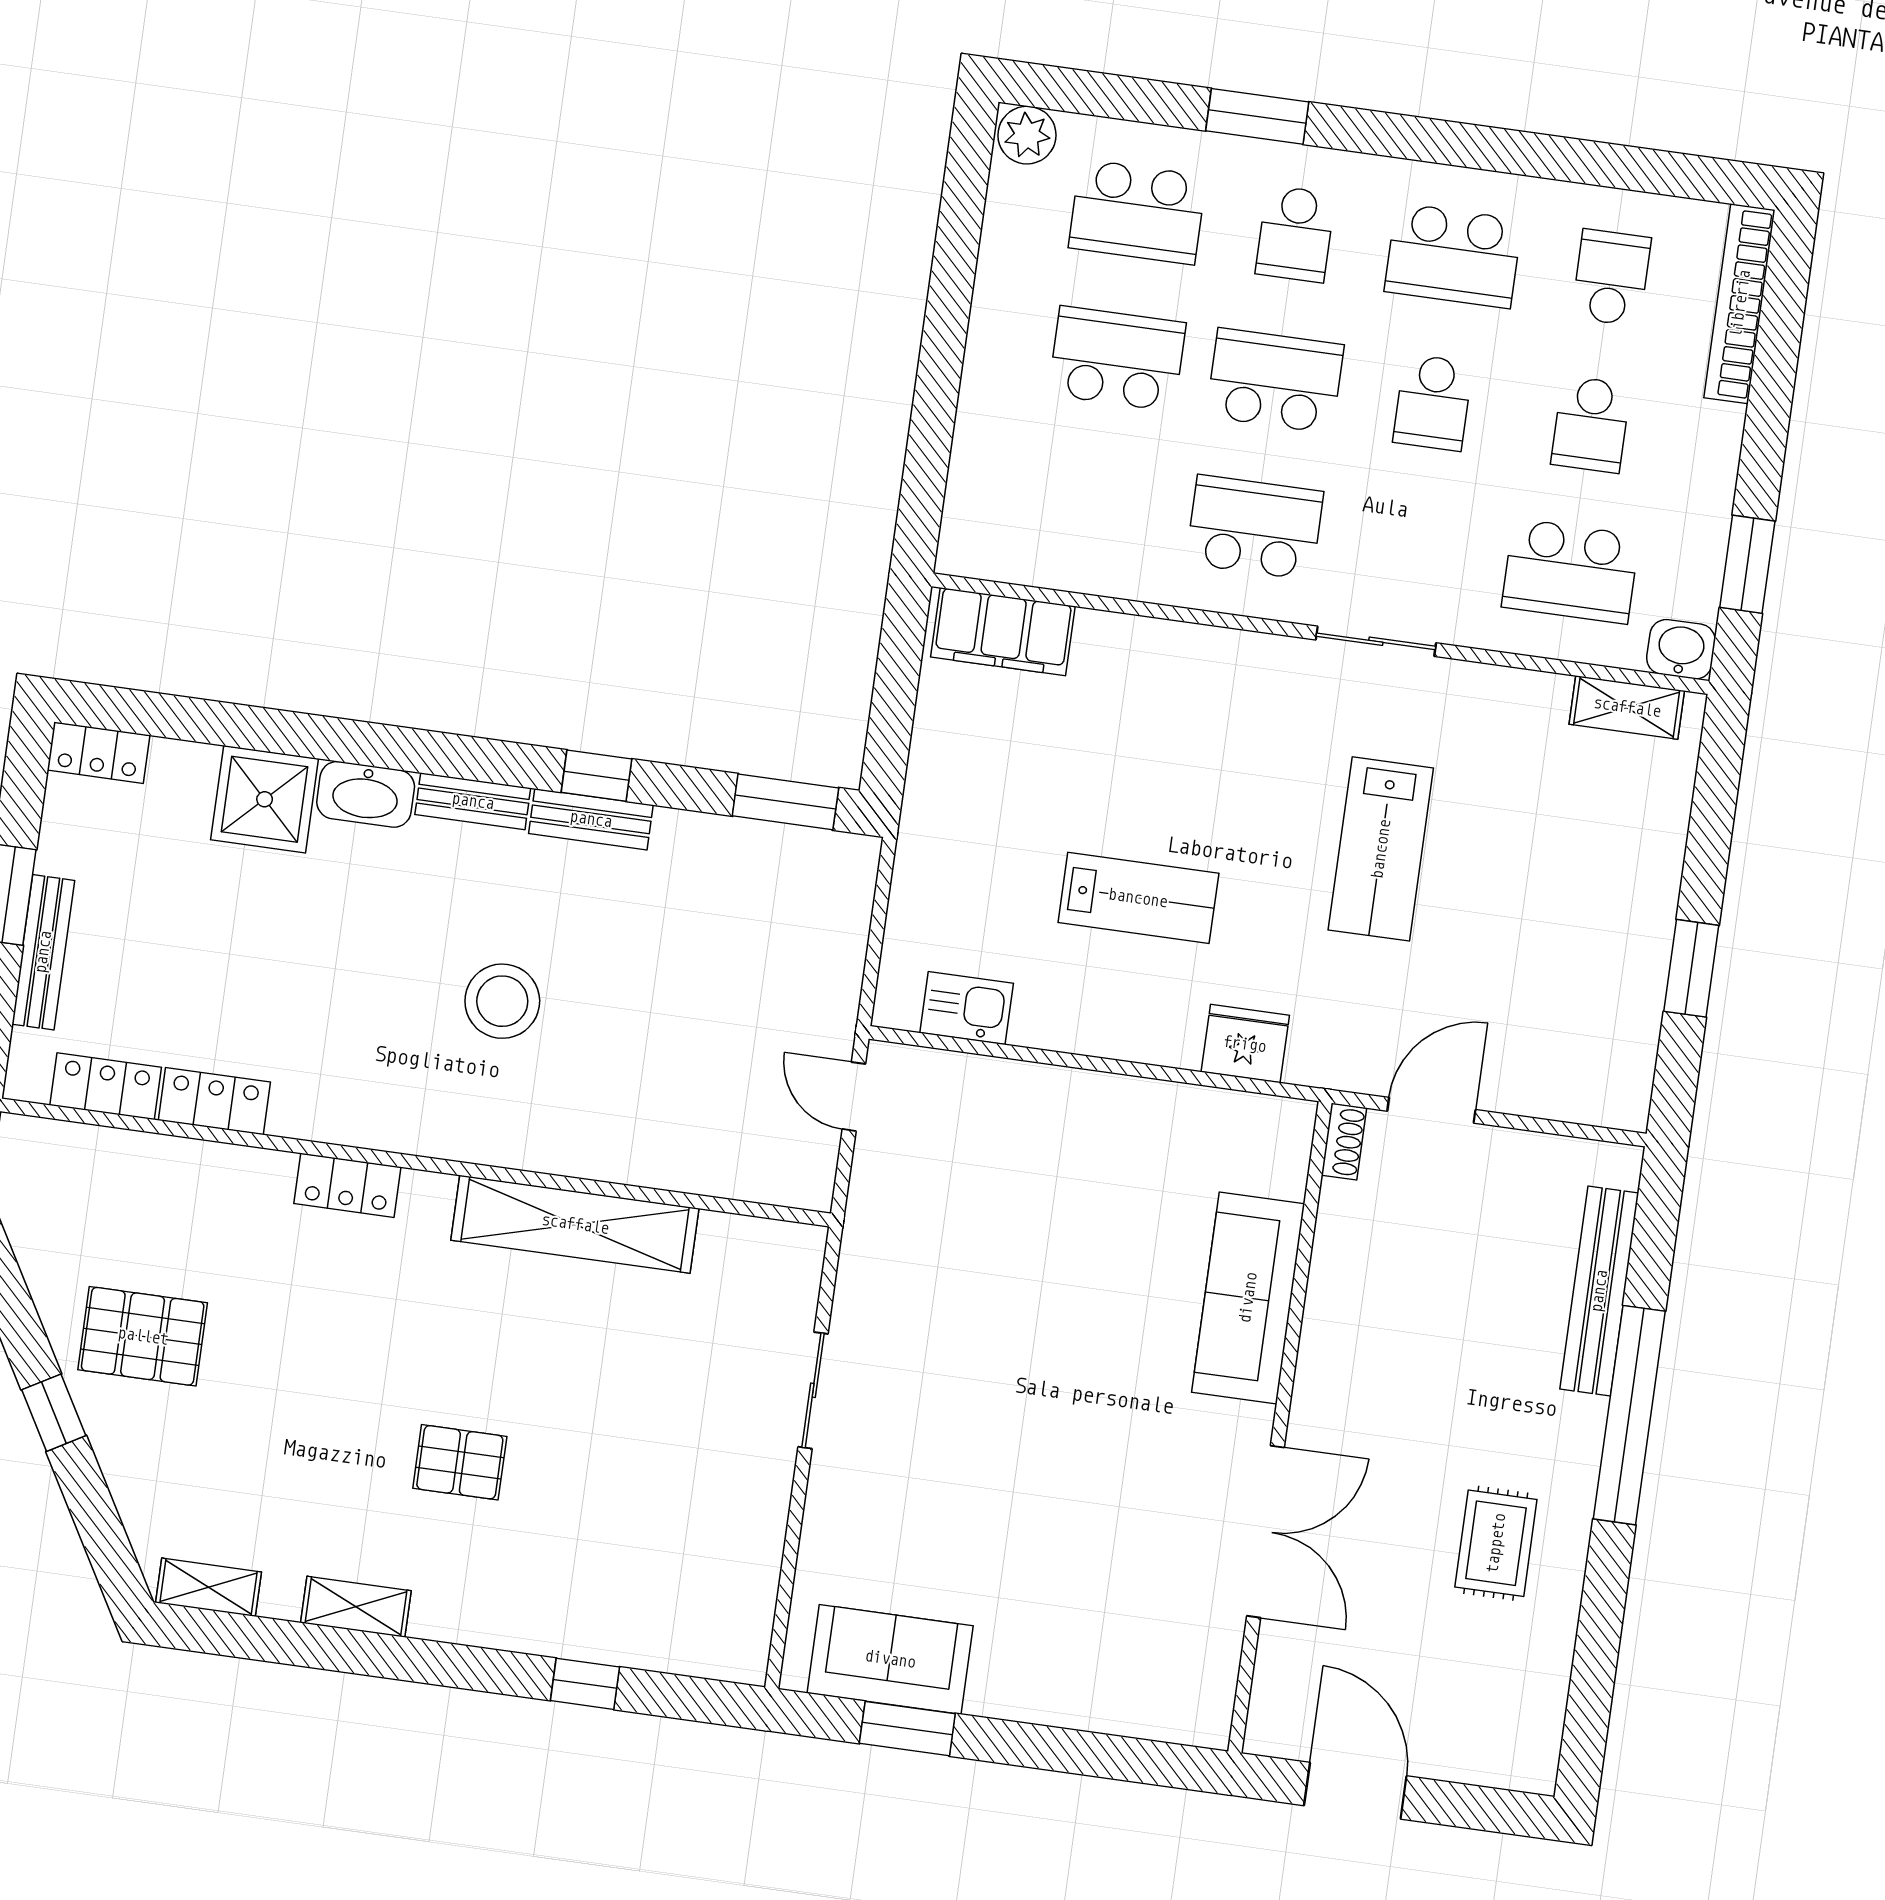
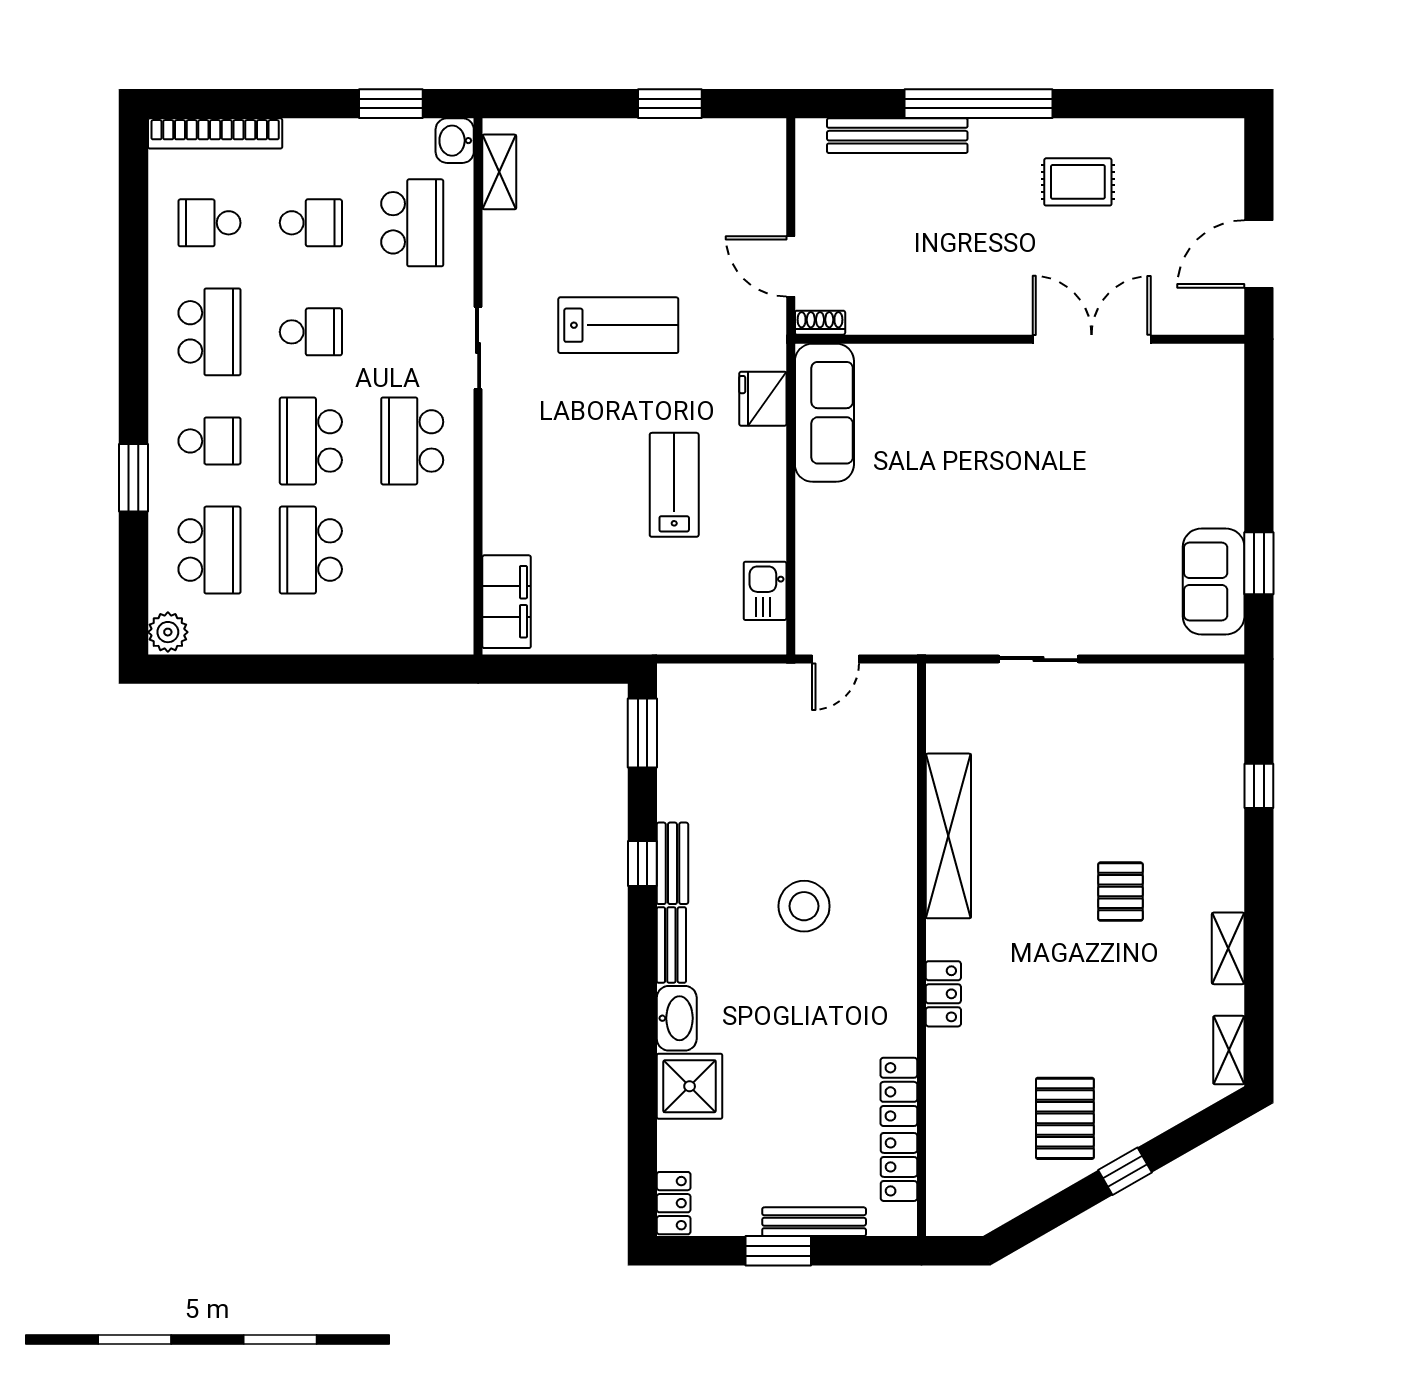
sofa: (1248, 1298) -> (824, 413), moved, turned -90

